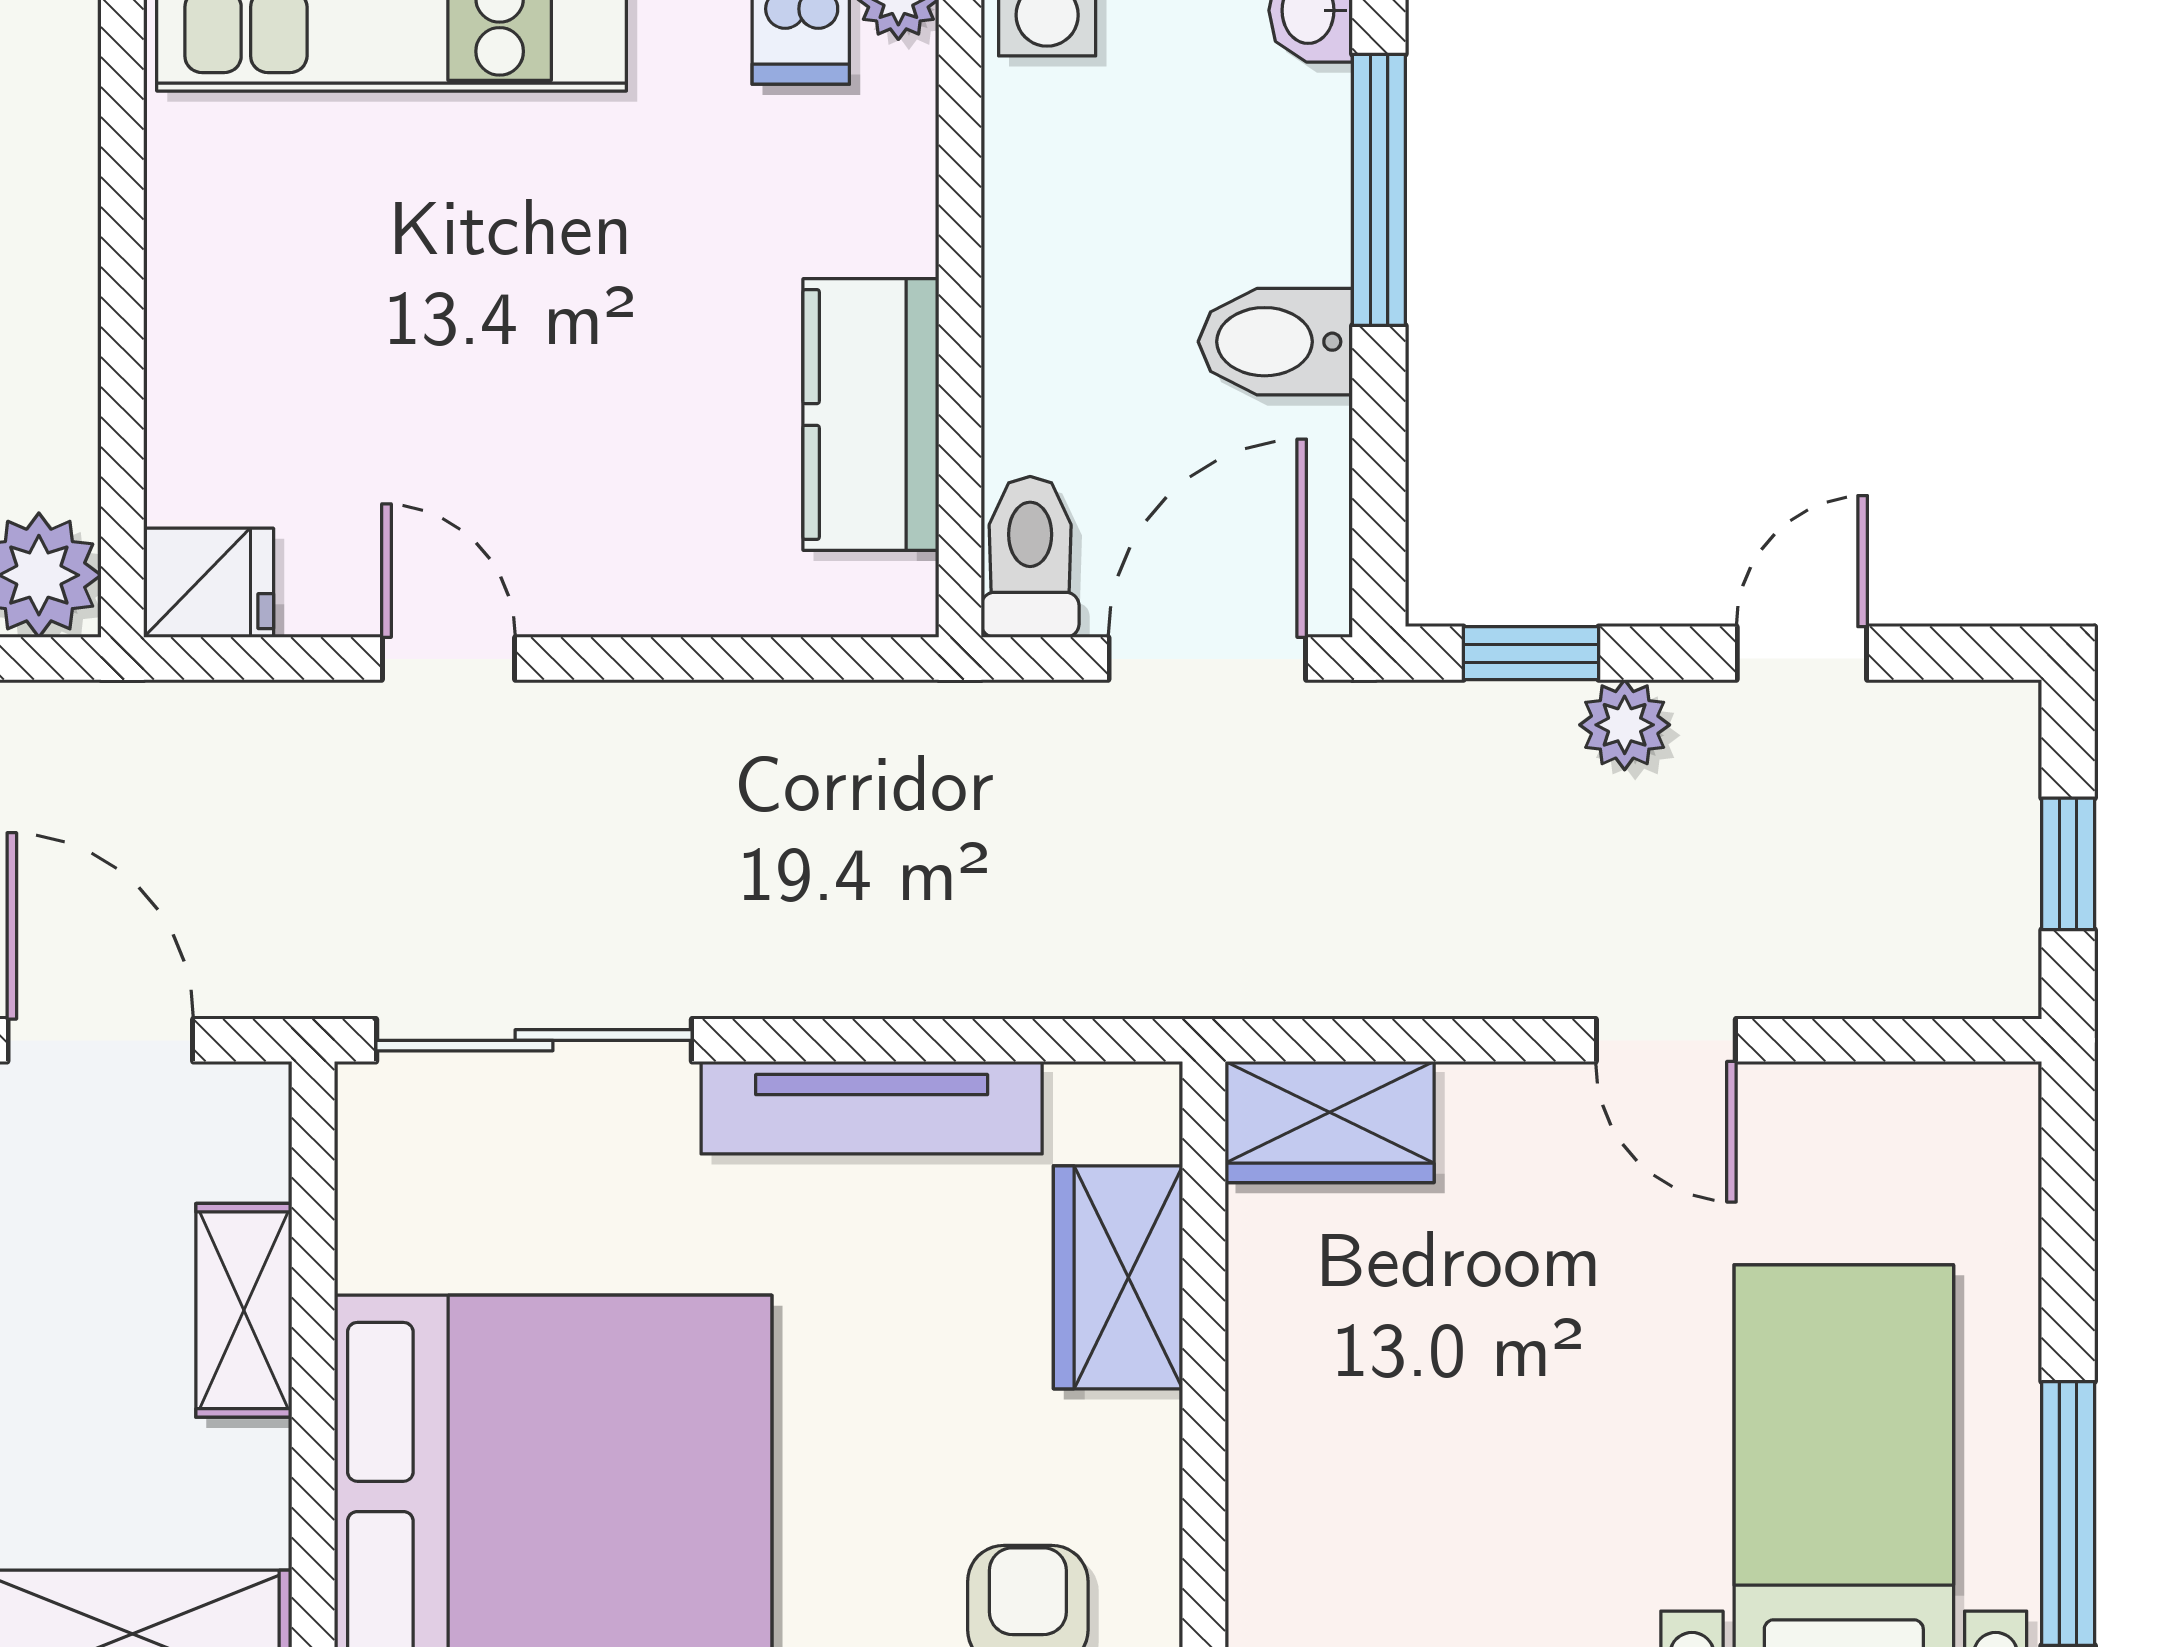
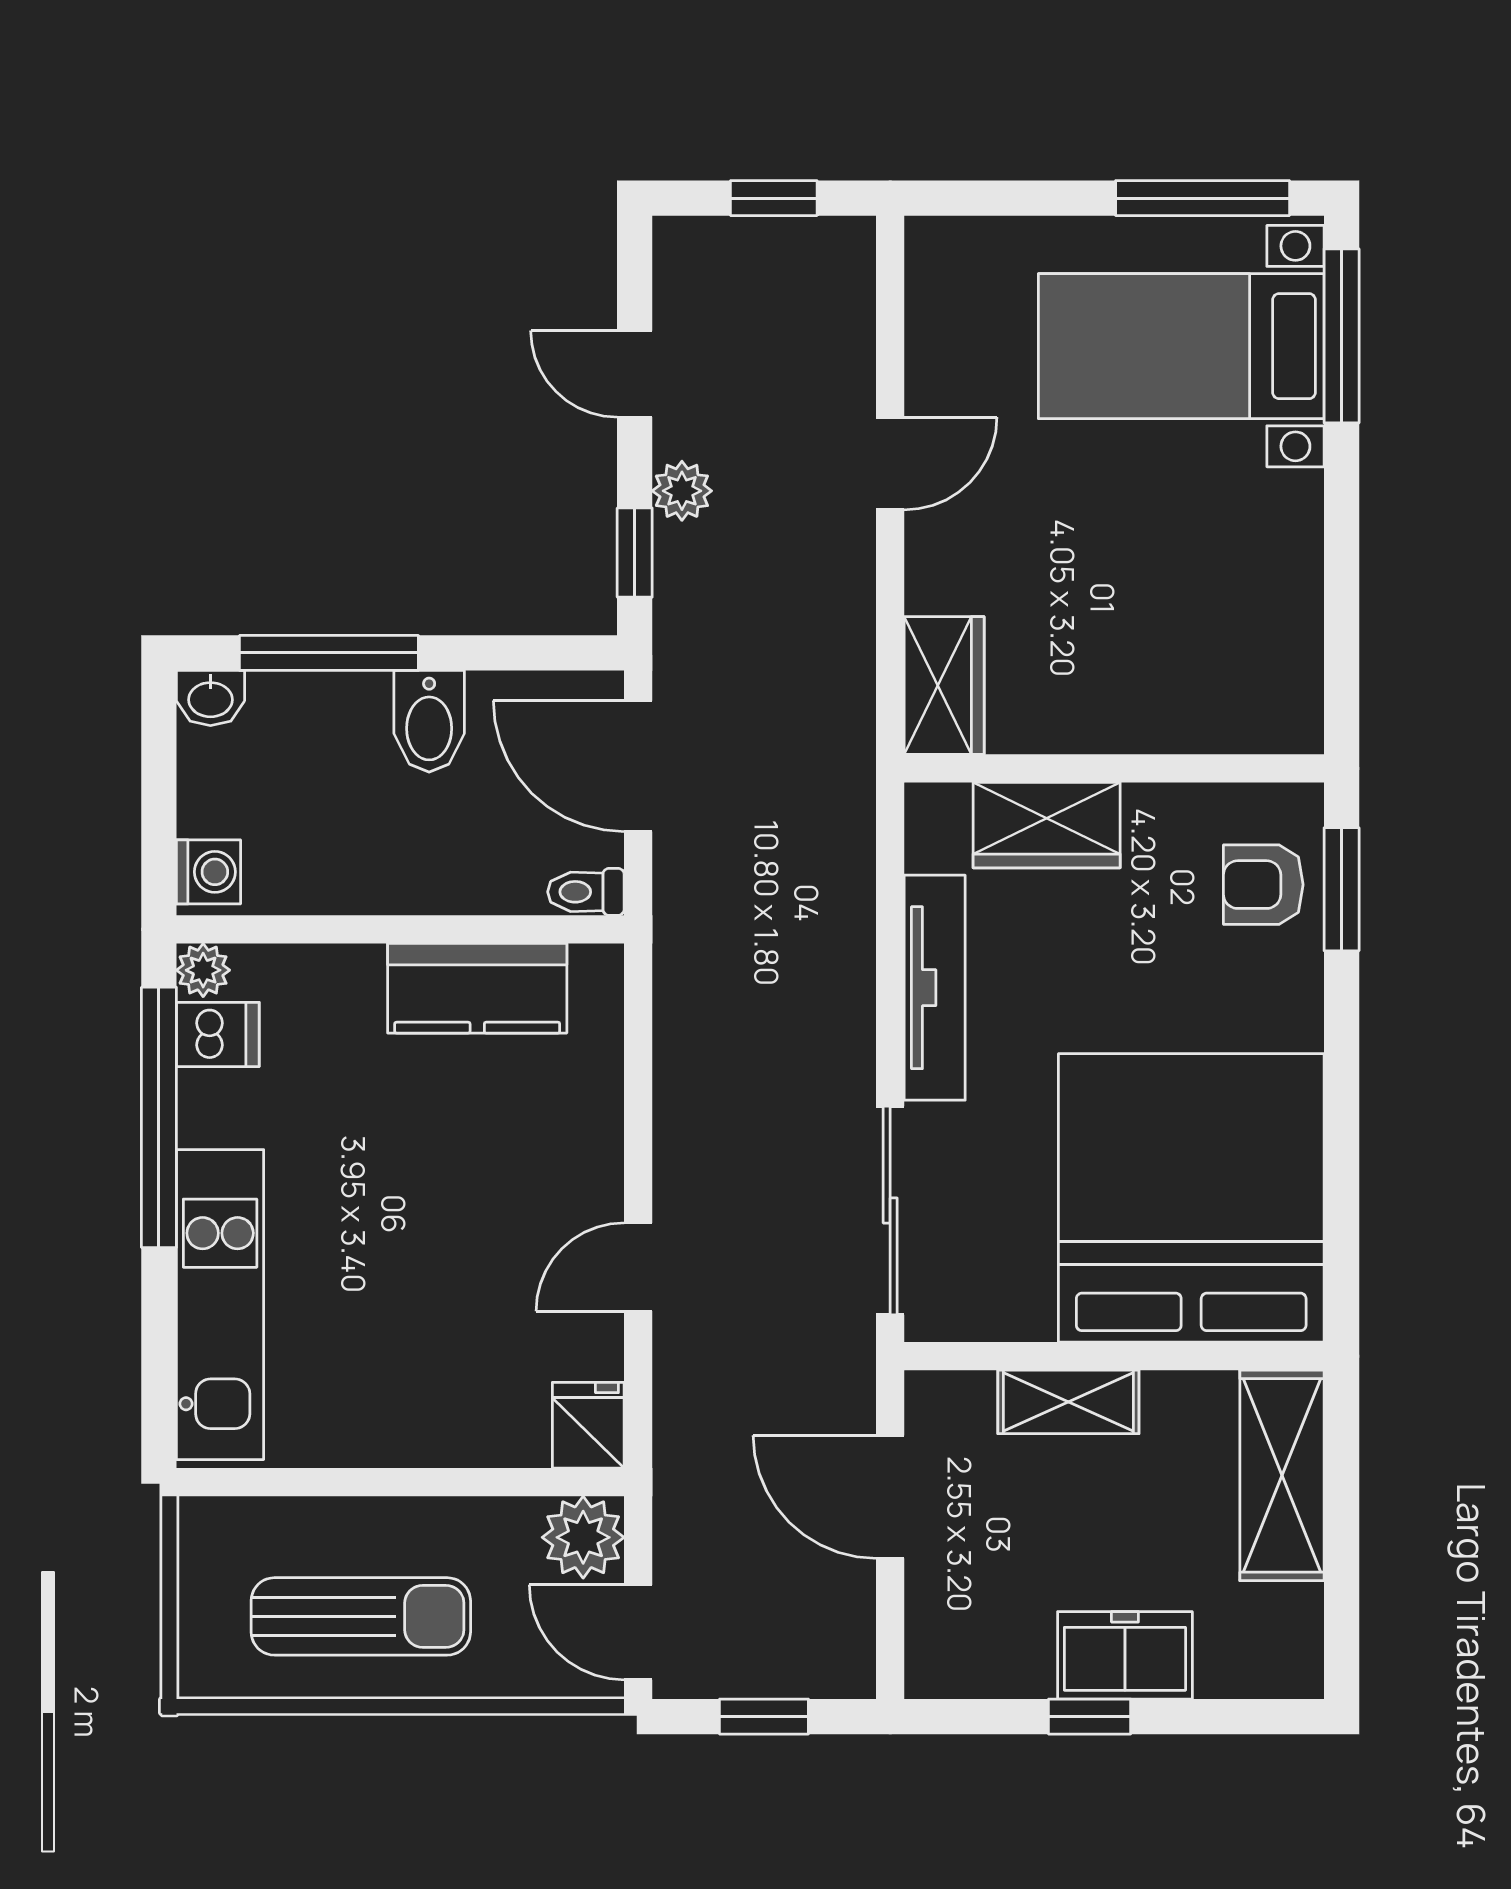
toilet: (1030, 557) -> (586, 892), width x0.73, depth x0.72
door: (100, 1040) -> (890, 1497), hinge flipped

